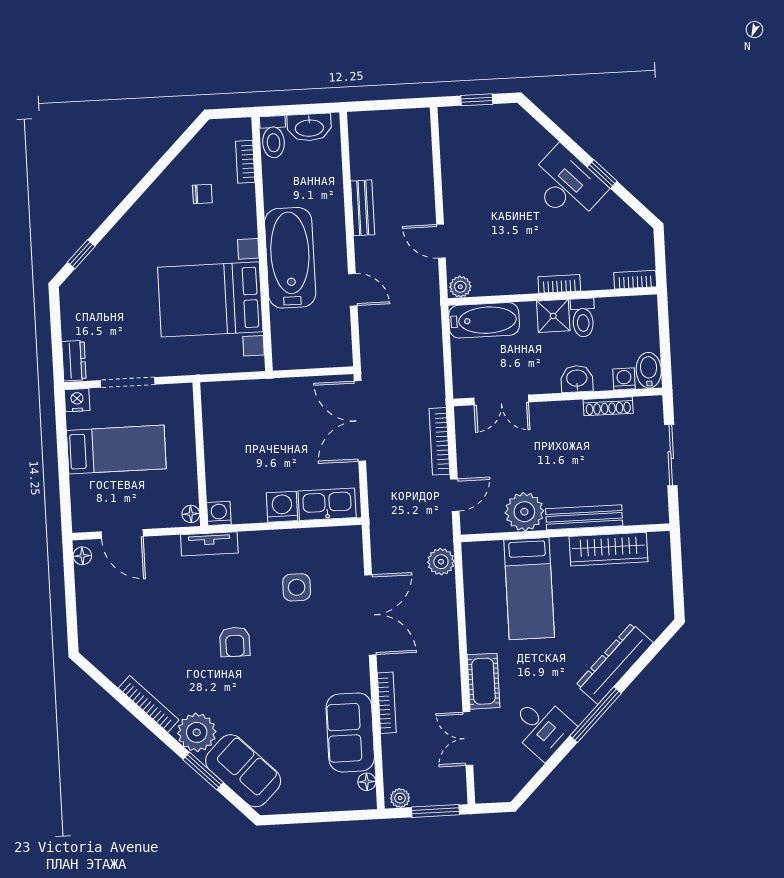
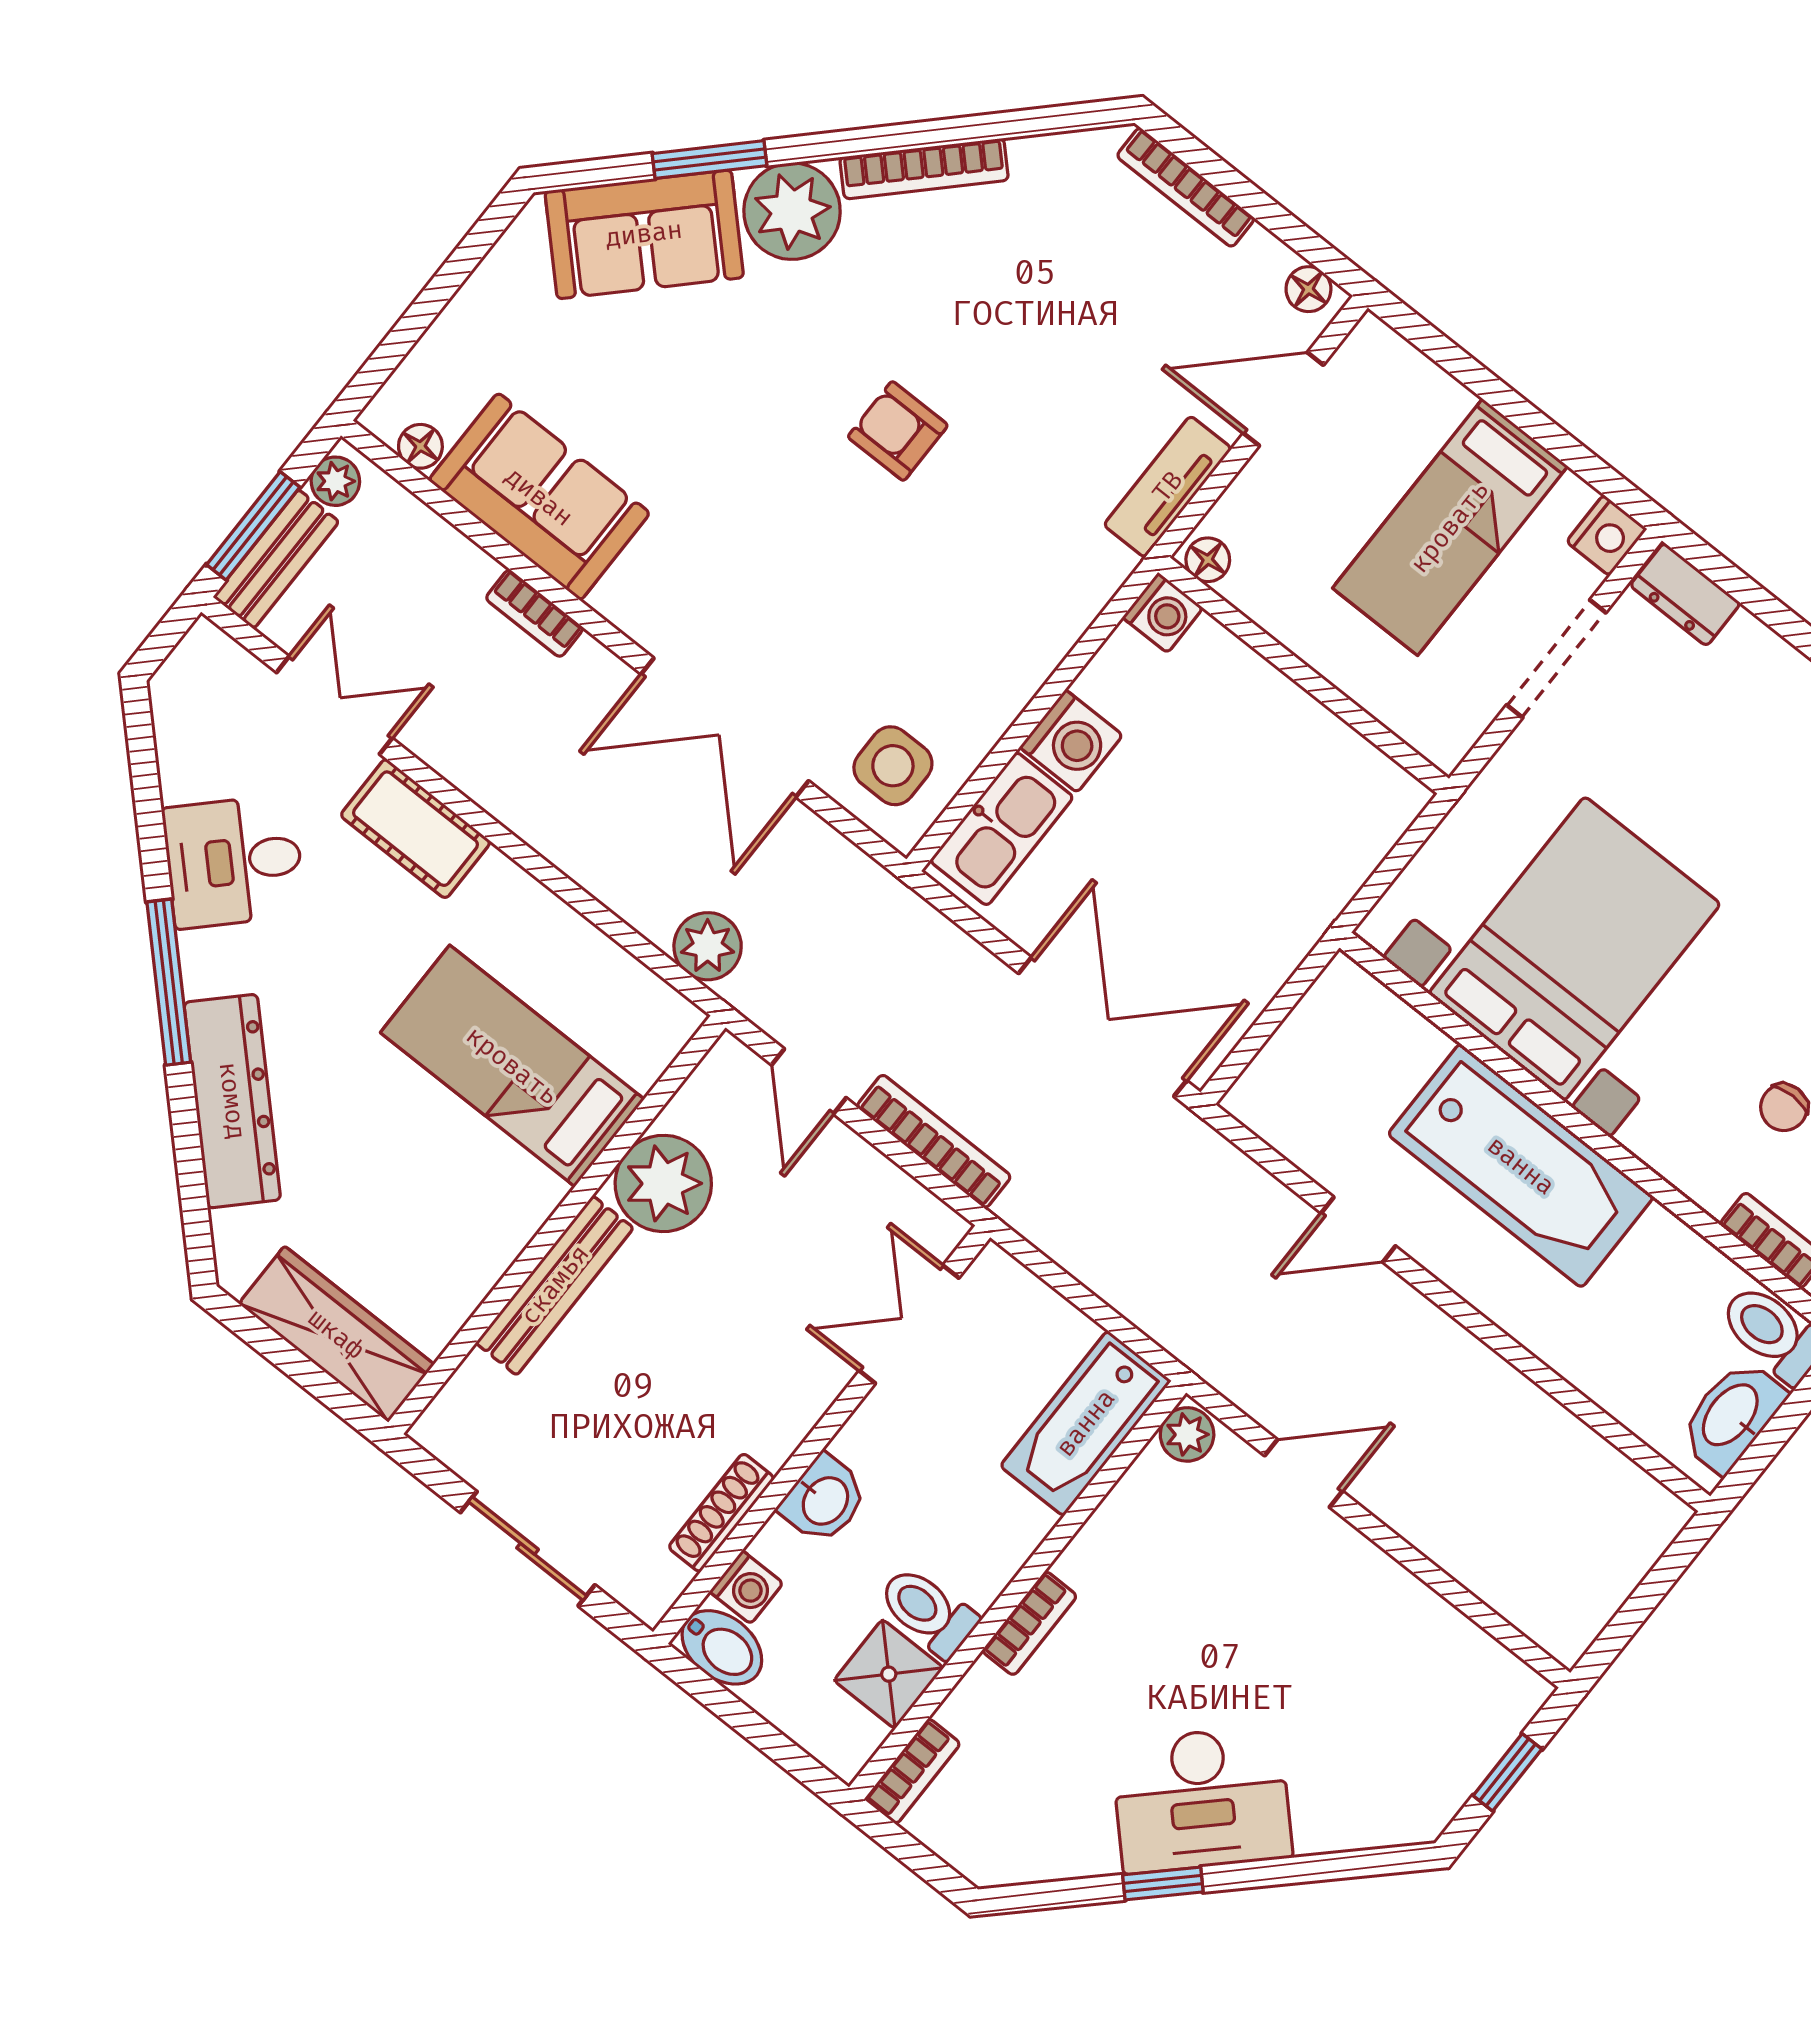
bench: (363, 208) -> (276, 559), moved, turned 90
shower: (553, 316) -> (889, 1674), moved
tv unit: (209, 544) -> (1168, 487), moved
wardrobe: (608, 549) -> (336, 1334), moved, turned 90
side table: (297, 587) -> (893, 766), moved
bookcase: (84, 620) -> (1186, 187), added
bookcase: (387, 703) -> (534, 613), width x0.64

